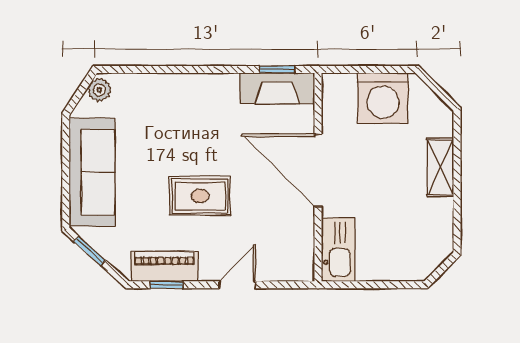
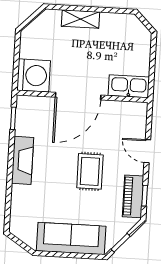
fireplace: (277, 88) -> (23, 160), moved
plant: (99, 90) -> (20, 231), removed
washing machine: (383, 98) -> (34, 75), moved

